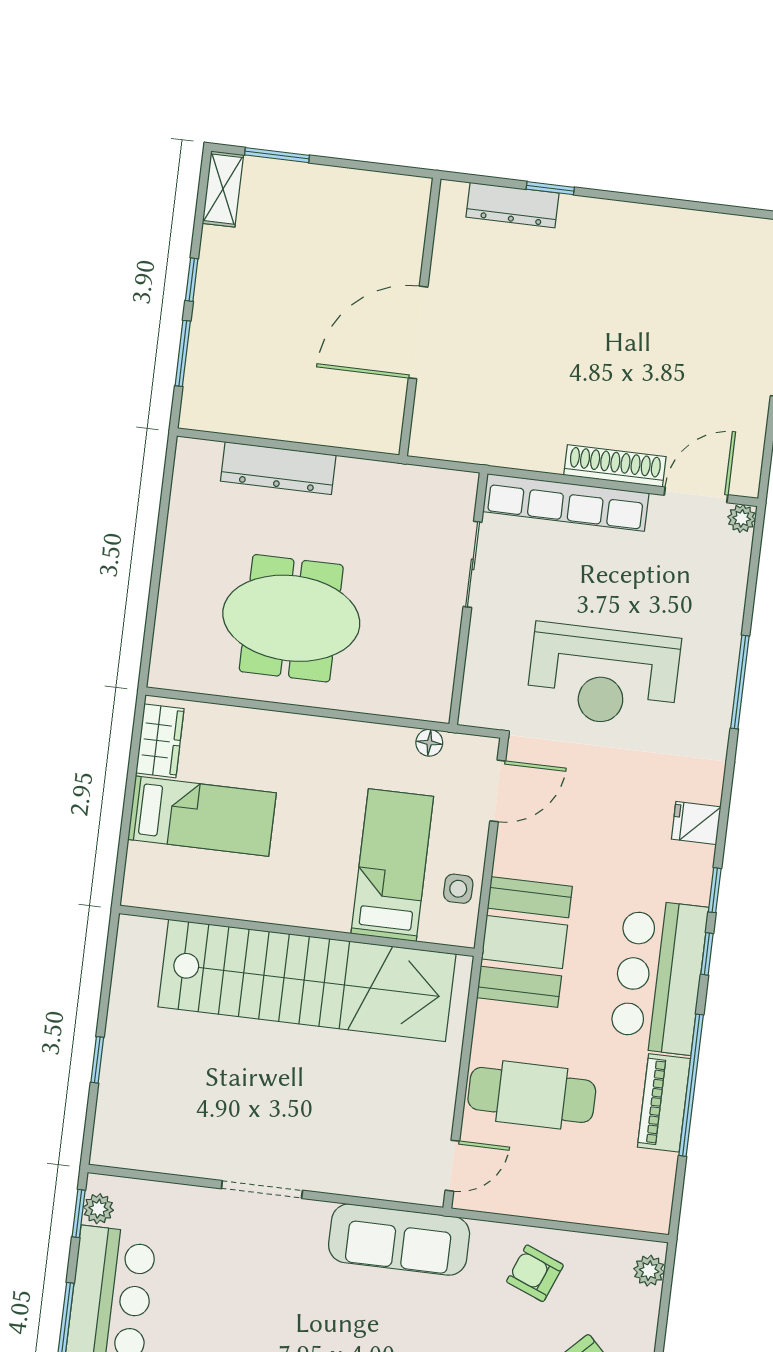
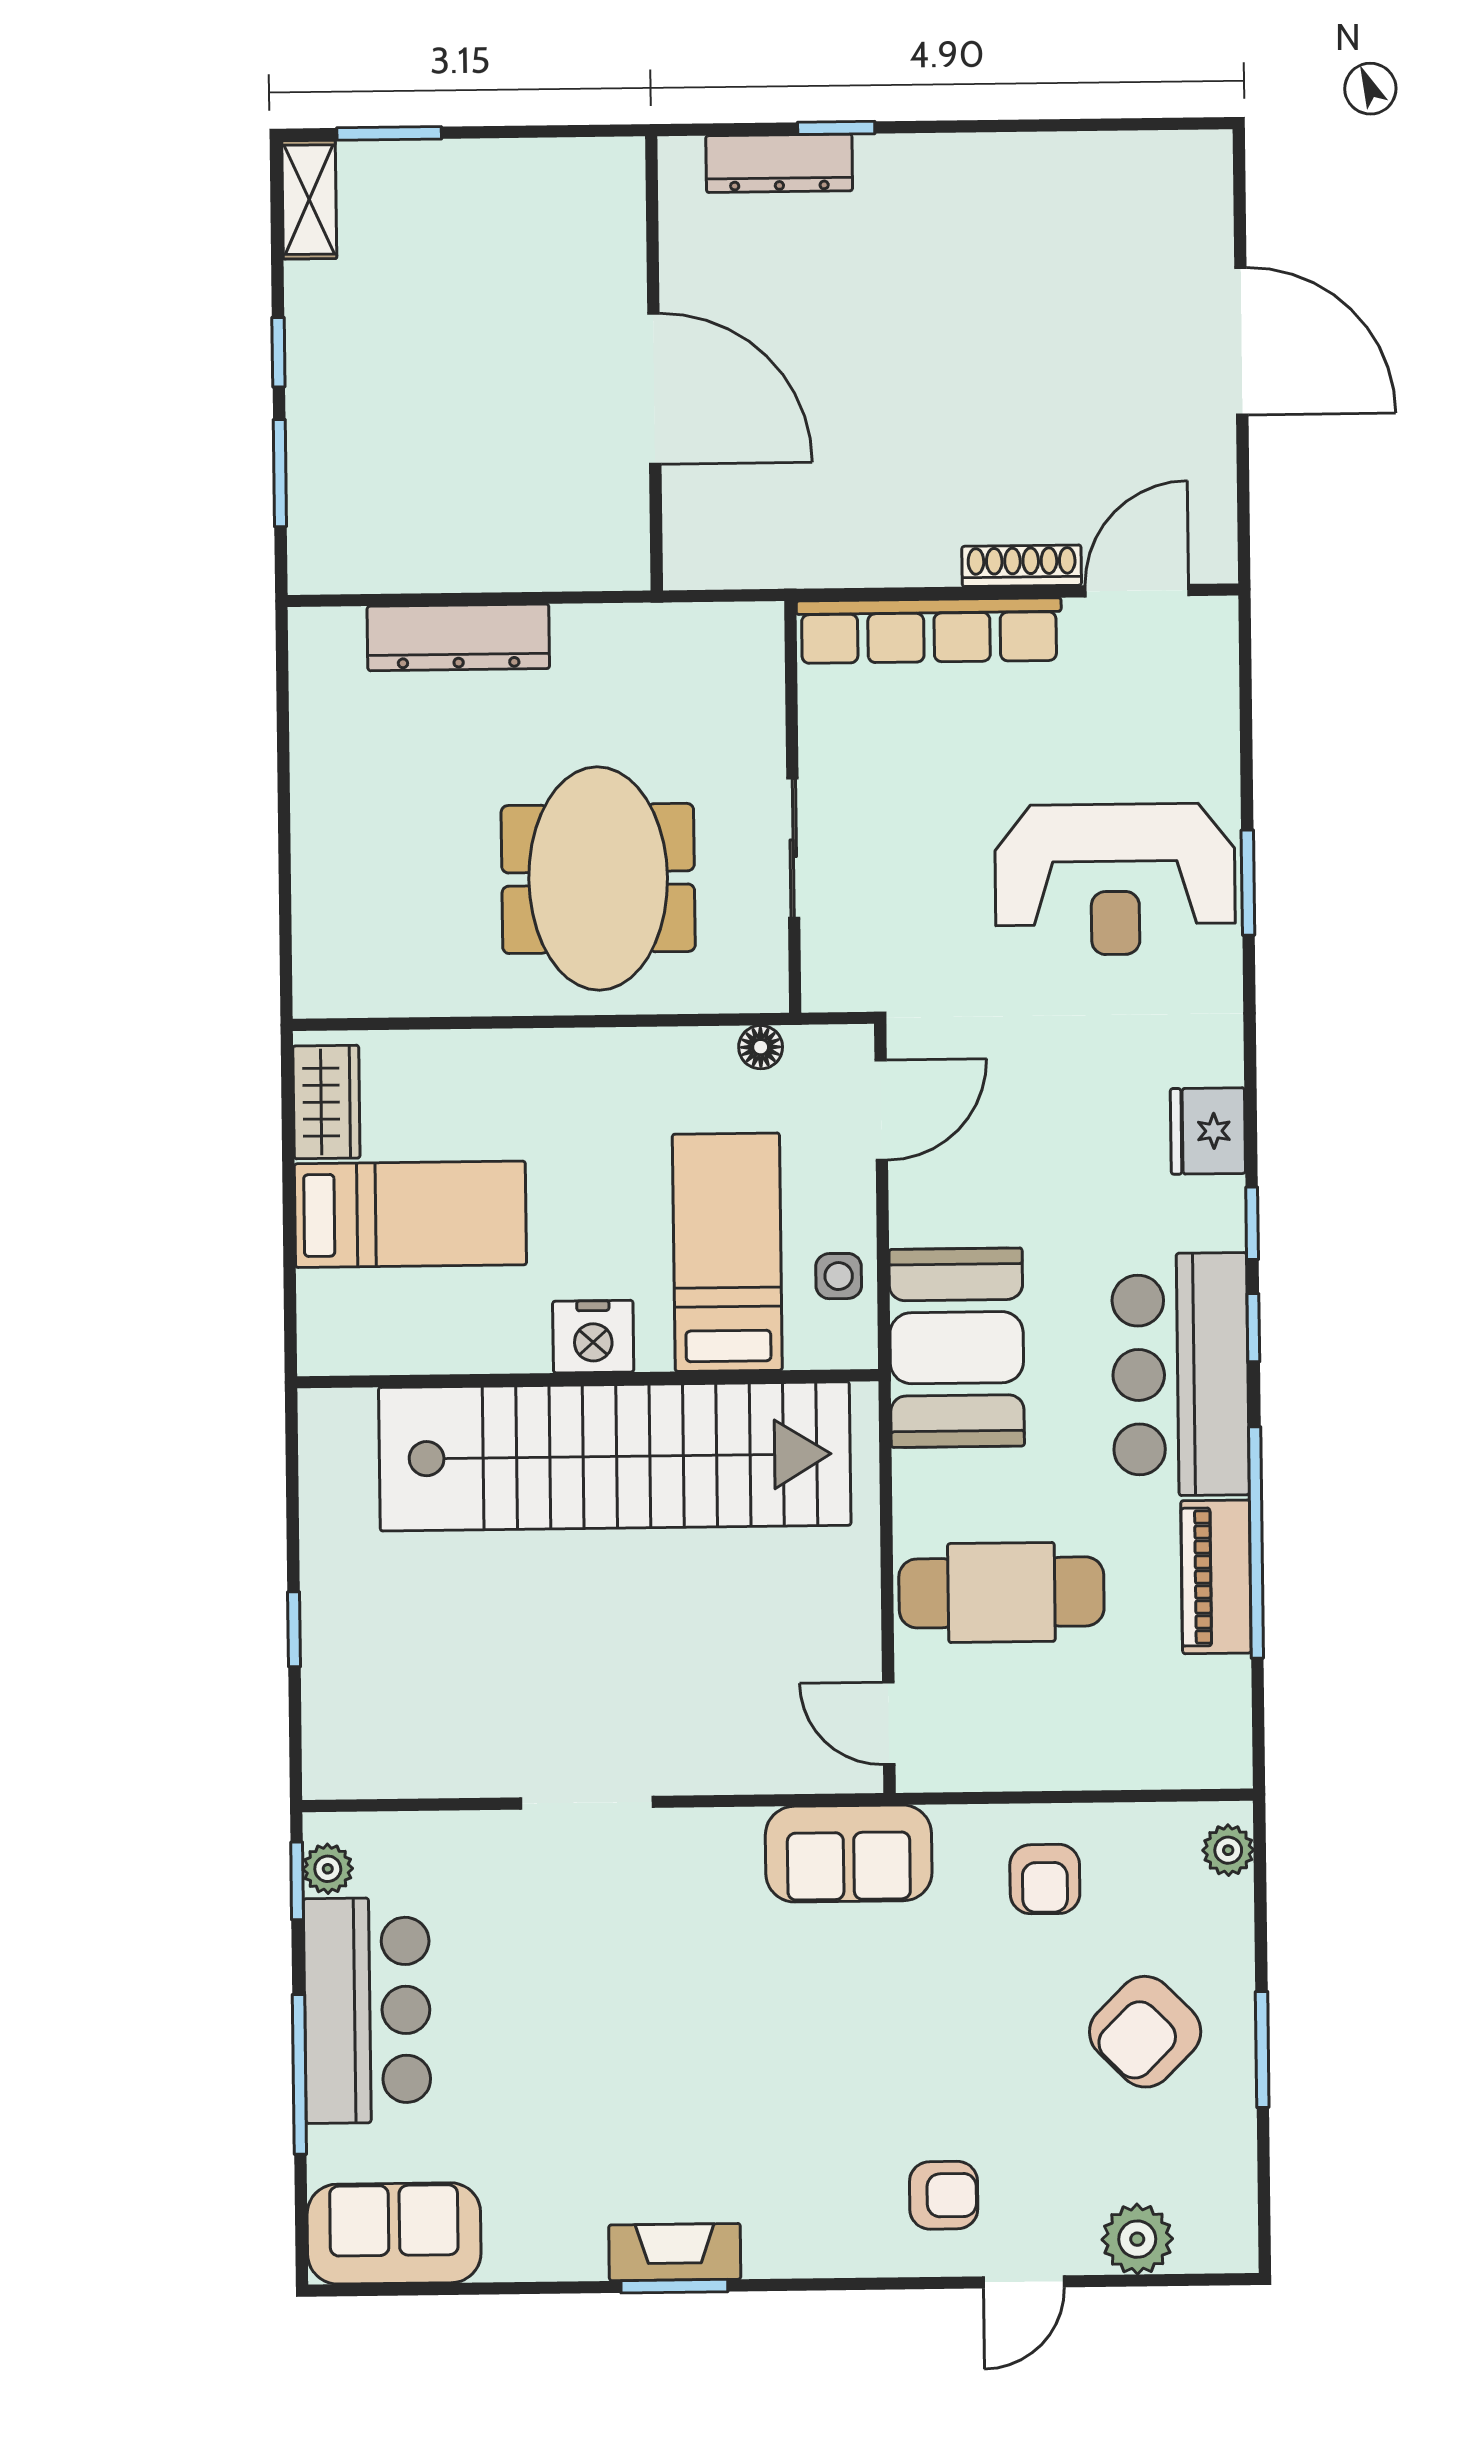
door: (418, 332) -> (654, 389), swing flipped
shoe rack: (615, 466) -> (1022, 566), width x0.74, depth x0.81
plant: (742, 518) -> (1216, 619), removed
sliding door: (473, 564) -> (793, 848), moved
meeting table: (291, 618) -> (598, 878), moved, turned 90
reception desk: (603, 675) -> (1115, 879), moved
window: (740, 682) -> (1248, 883), width x0.69
fridge: (696, 823) -> (1208, 1131), width x1.38
nightstand: (304, 906) -> (593, 1337), added
door: (452, 1166) -> (889, 1723), swing flipped
sofa: (399, 1240) -> (849, 1854), width x0.73
armchair: (535, 1273) -> (1045, 1879), turned -112

